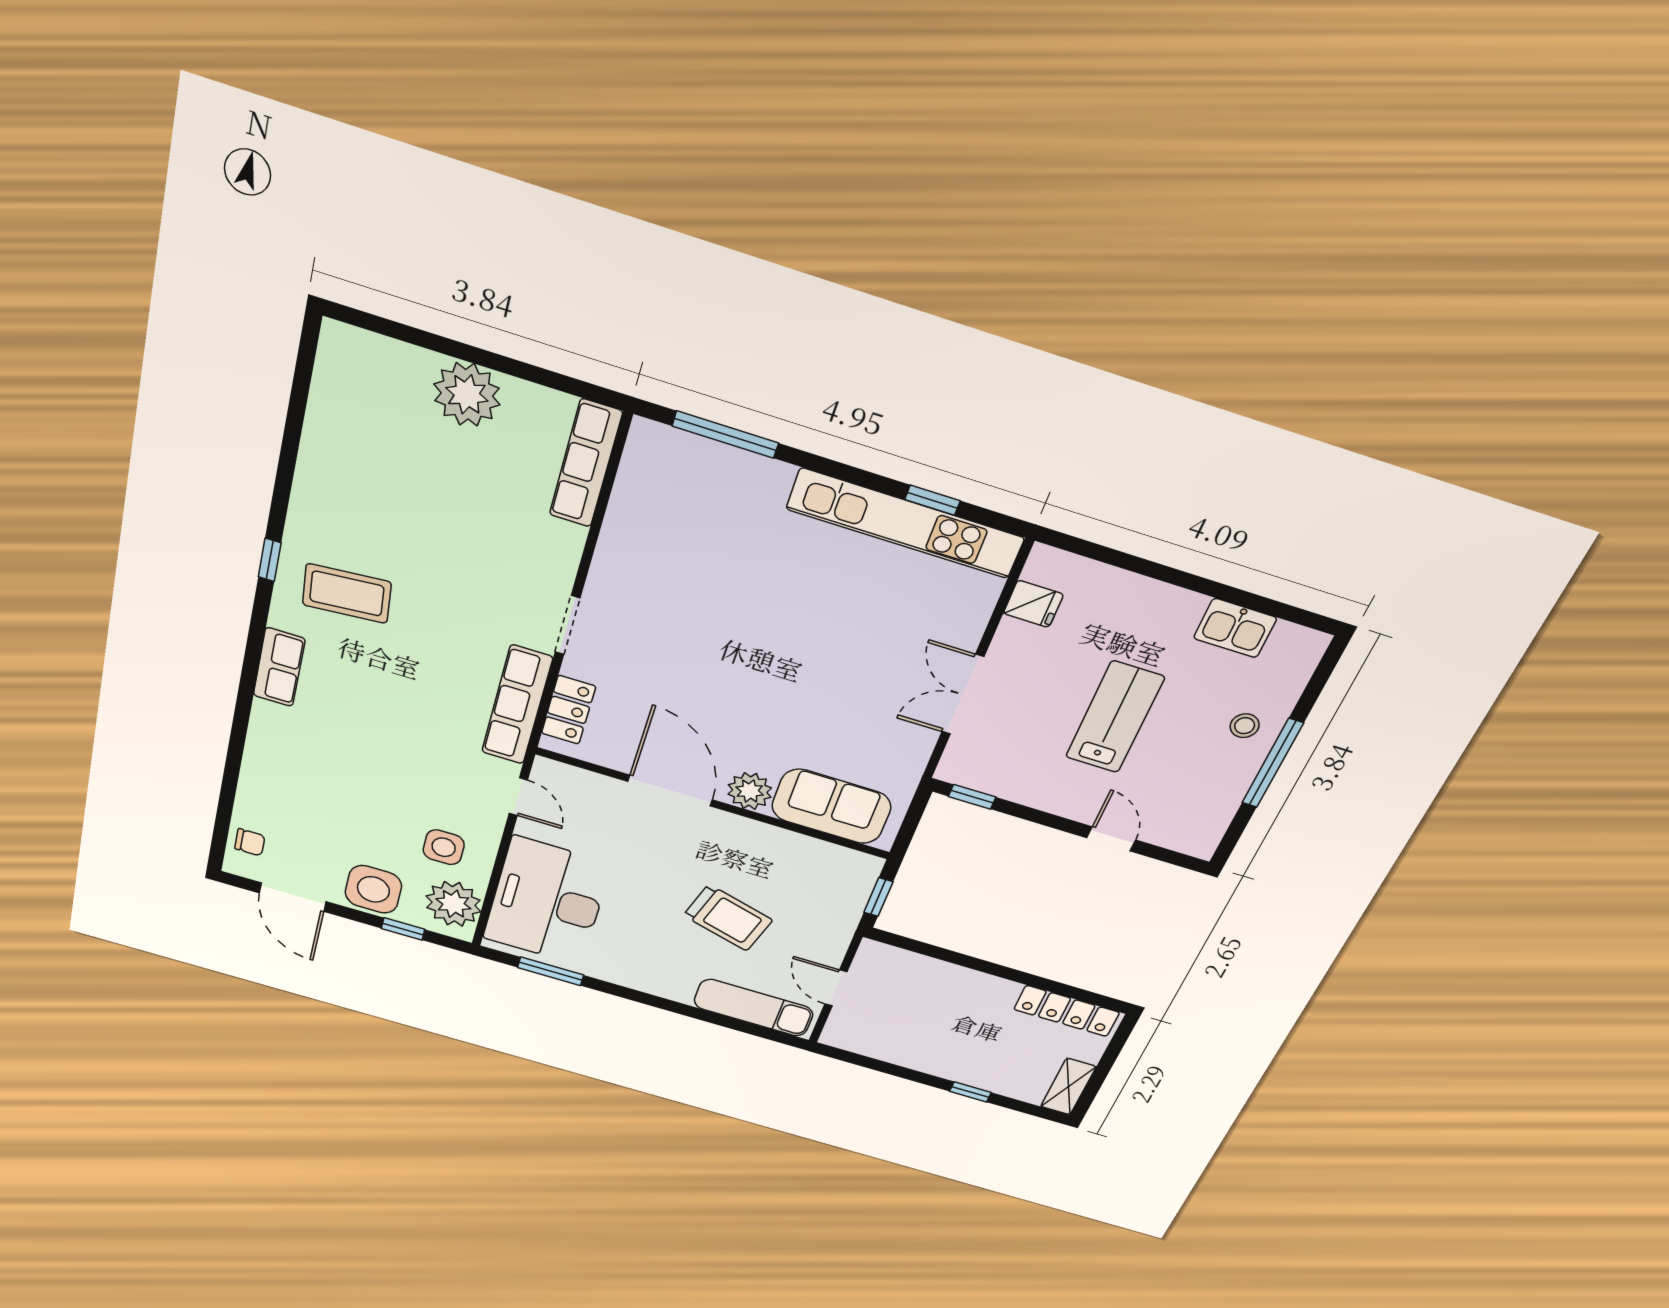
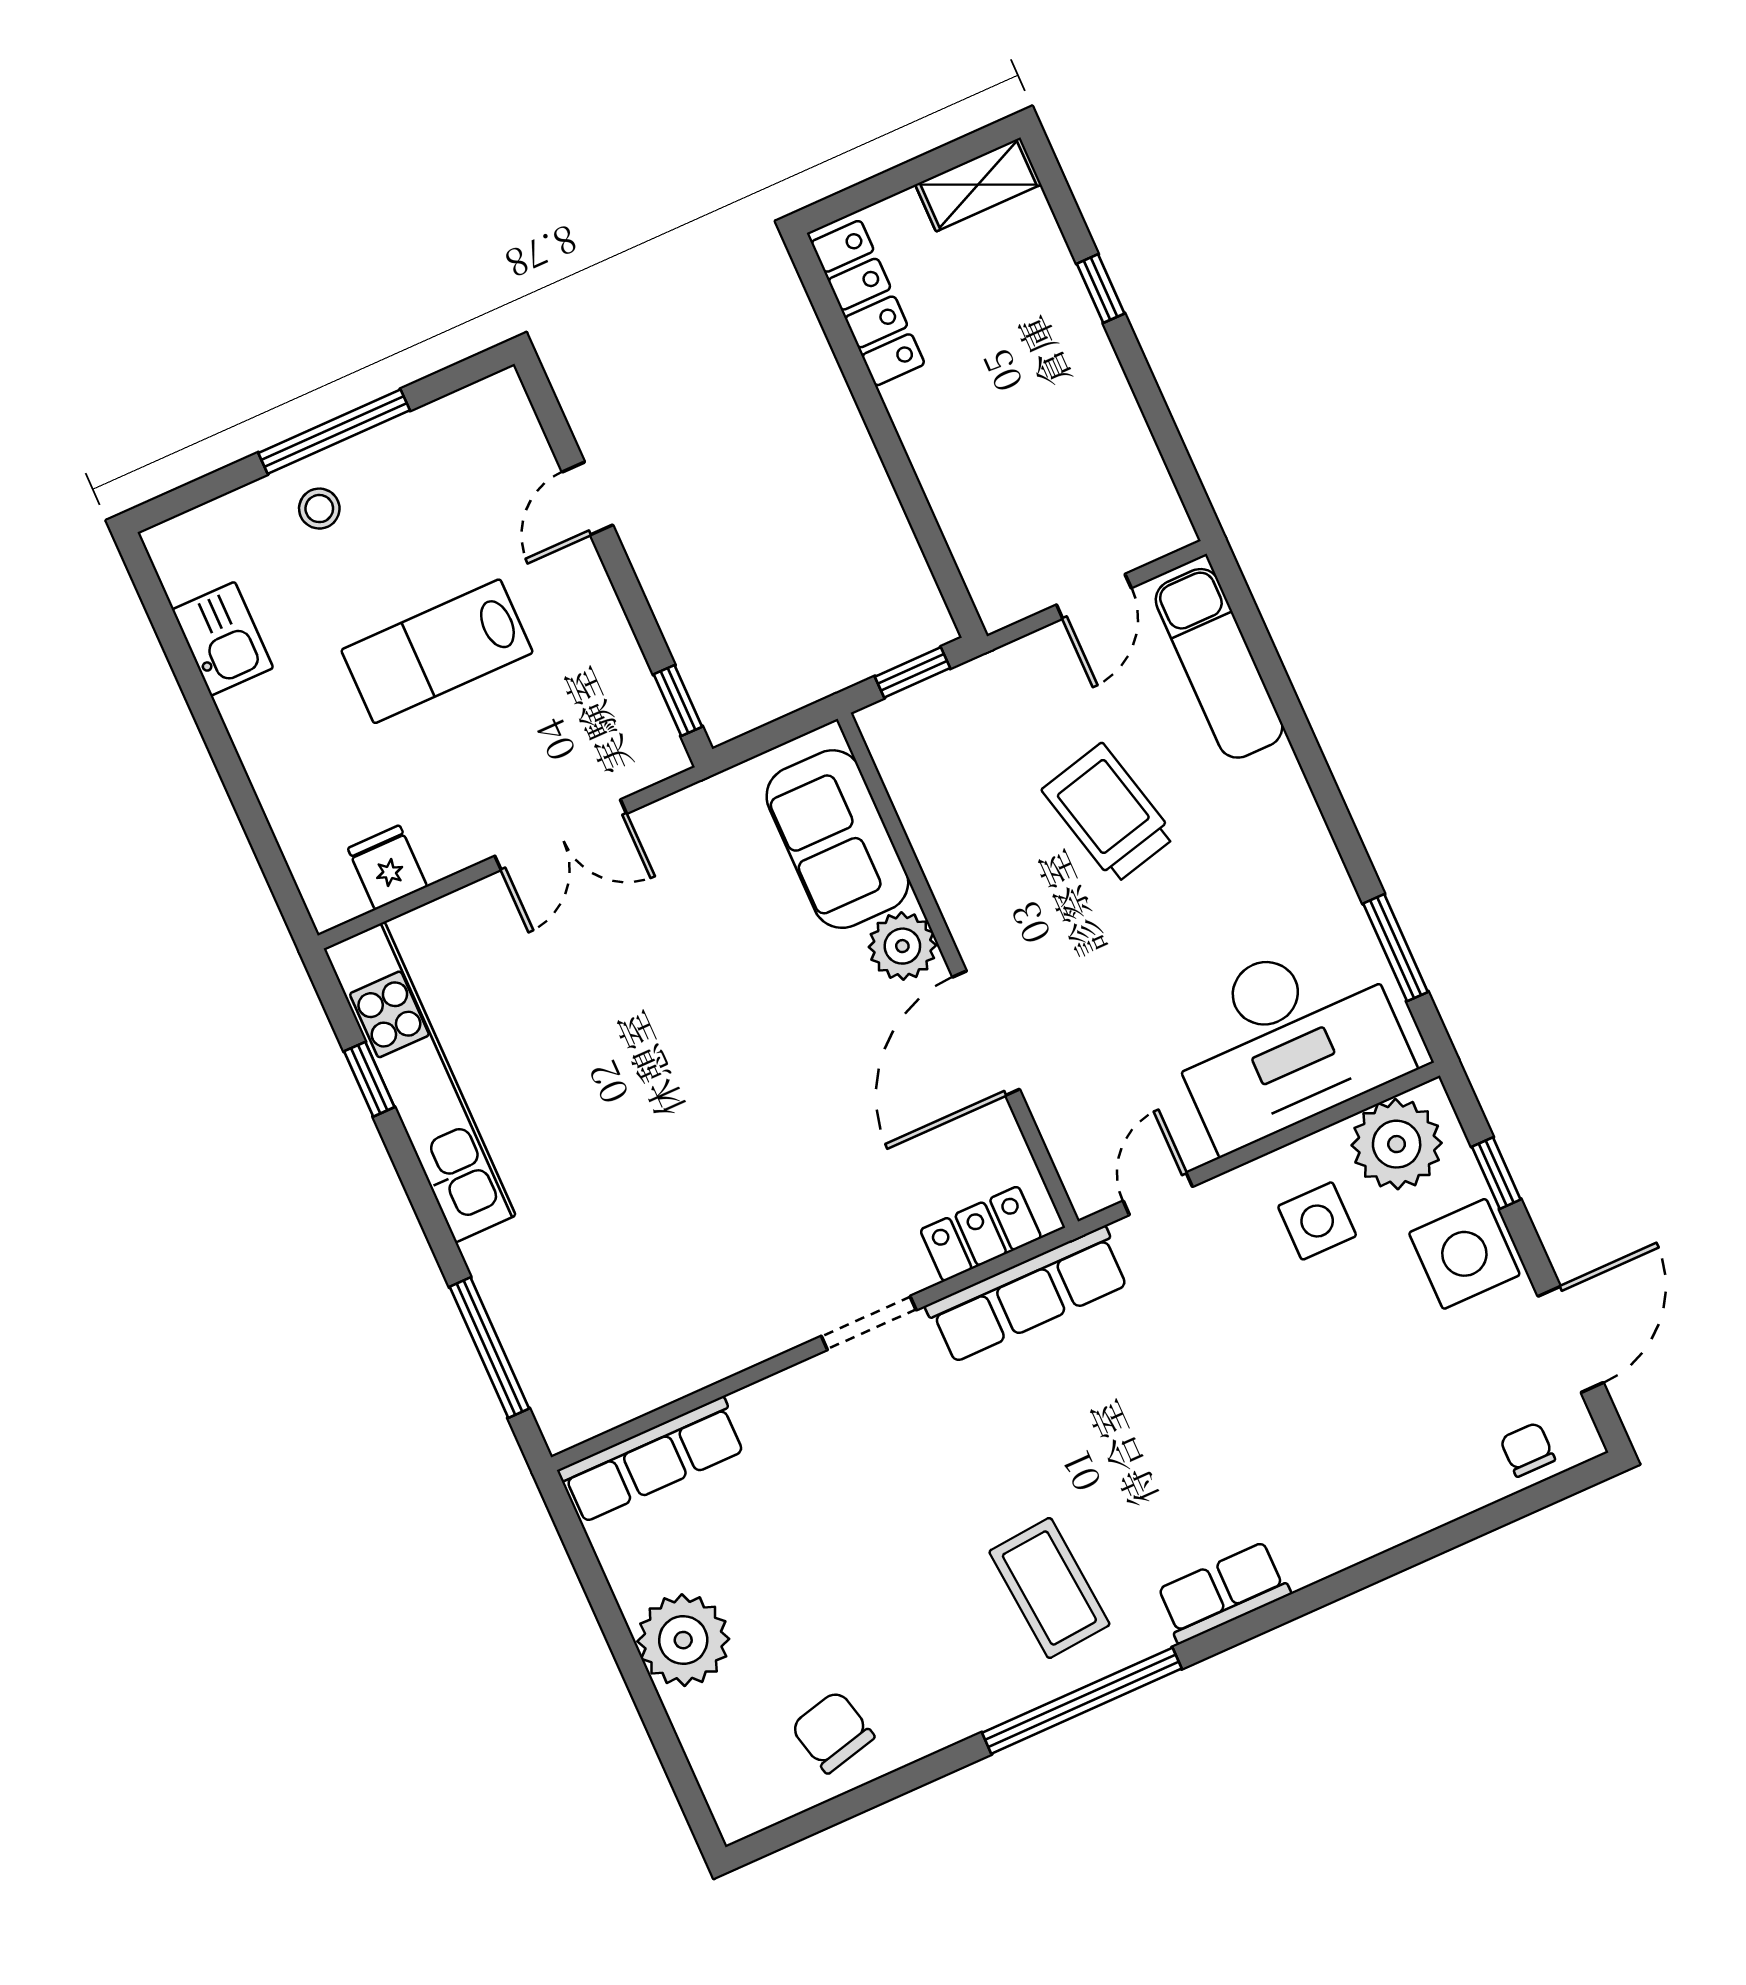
chair: (349, 427) -> (833, 1732), added
window: (270, 560) -> (1082, 1701), width x3.17
trolley: (728, 918) -> (1109, 813), turned -30

